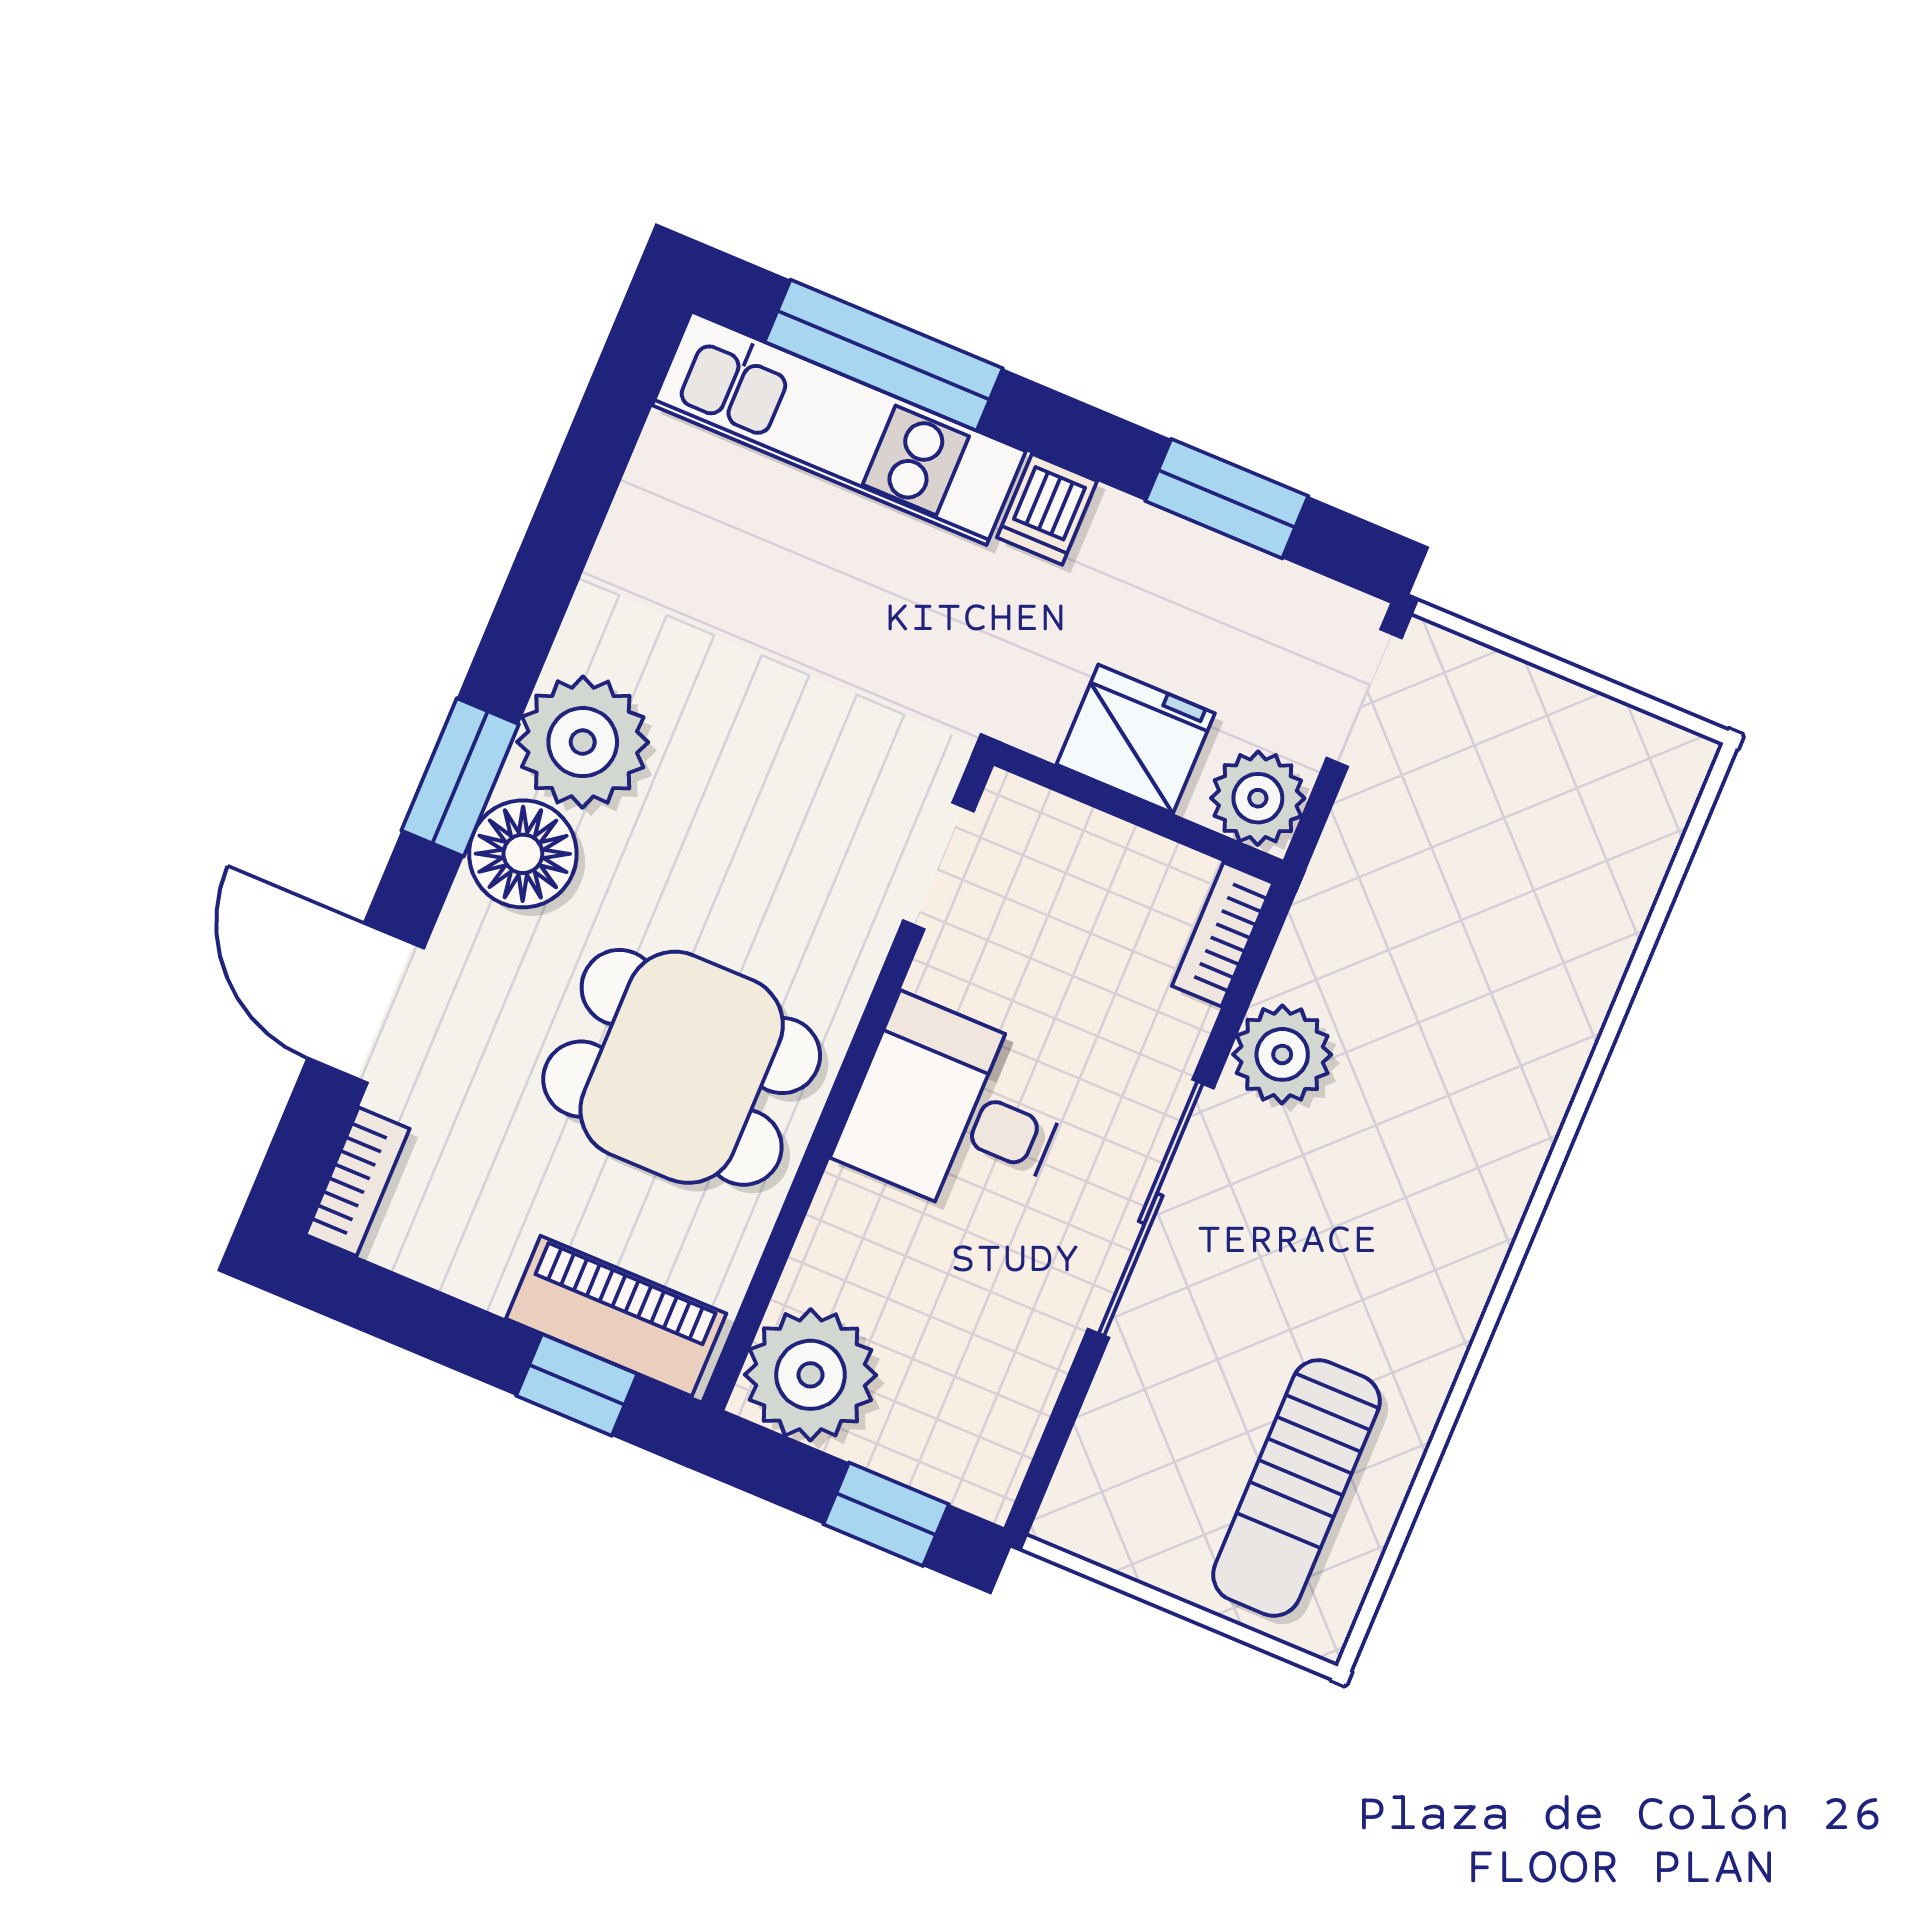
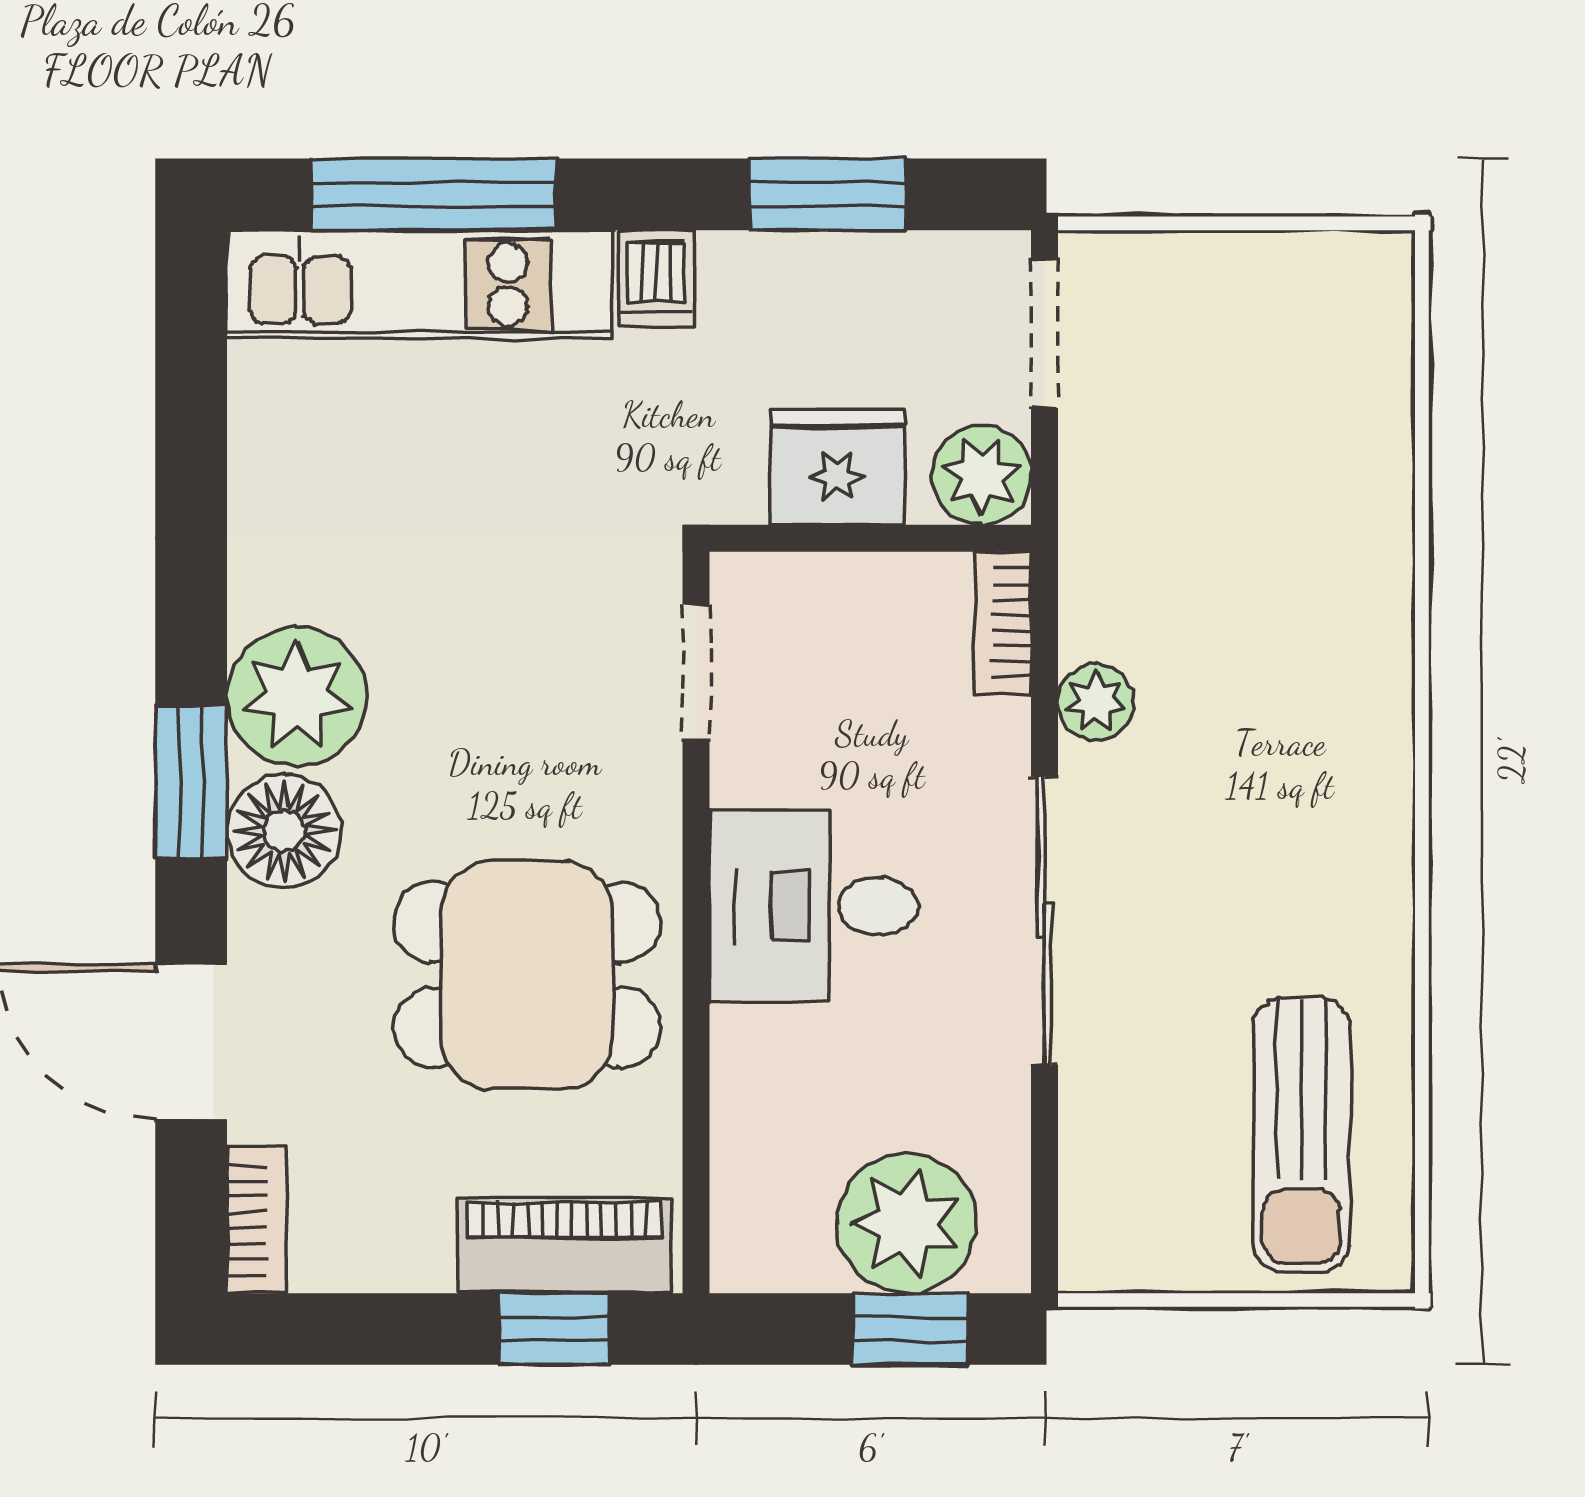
plant: (1282, 1054) -> (1096, 702), width x0.73, depth x0.73
plant: (810, 1375) -> (907, 1223), moved

